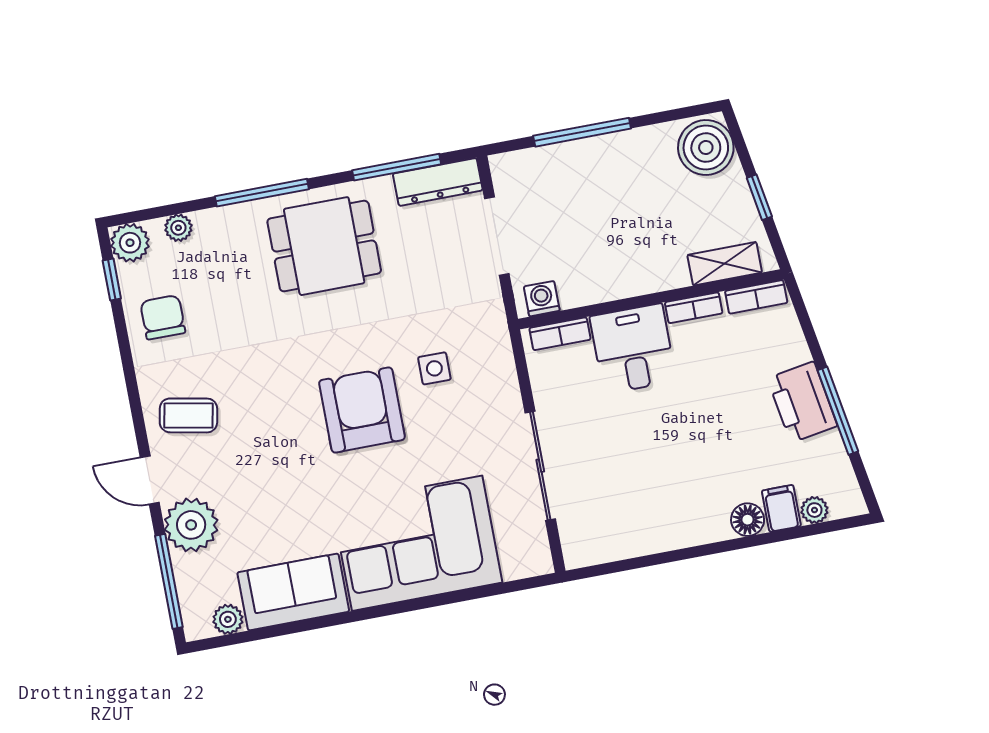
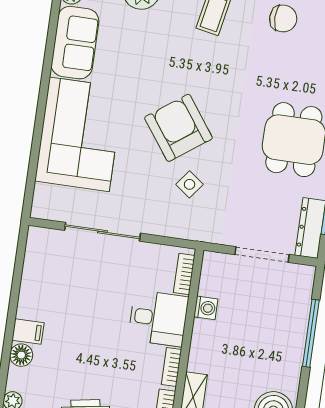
washing machine: (542, 299) -> (206, 308), moved
side table: (434, 368) -> (190, 184), turned 37
armchair: (362, 410) -> (178, 128), turned -126
filing cabinet: (781, 508) -> (28, 331), moved

